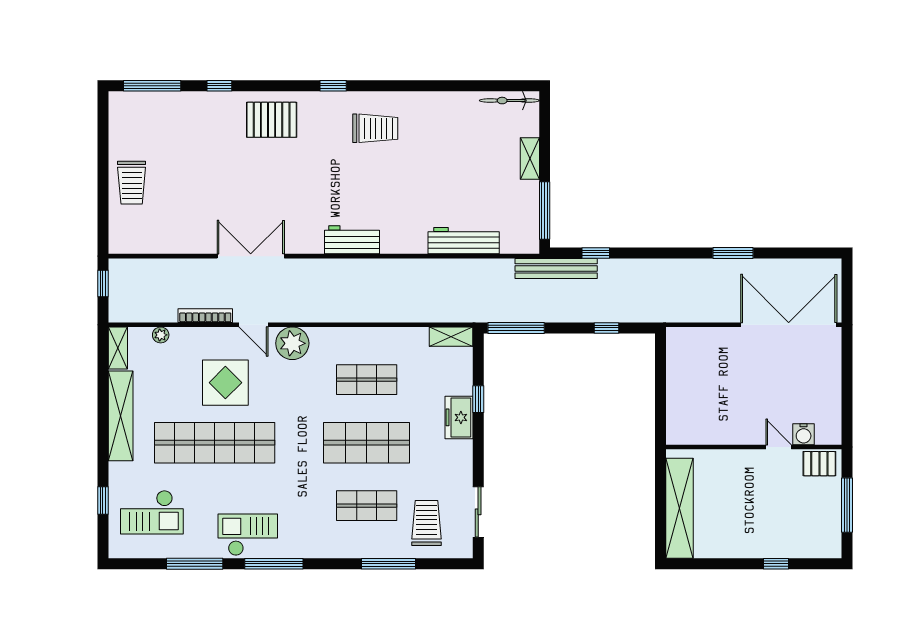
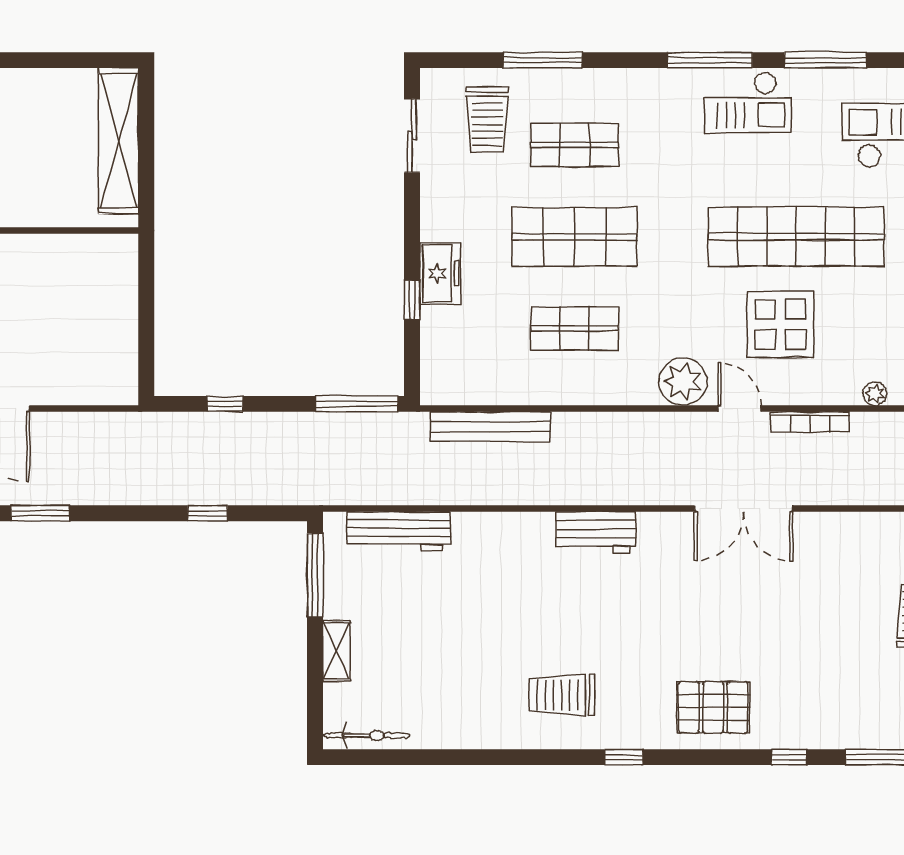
workbench: (464, 241) -> (399, 531), moved
window: (596, 253) -> (208, 513), moved
bench: (556, 268) -> (490, 427), moved
shelving: (451, 337) -> (452, 391), removed

